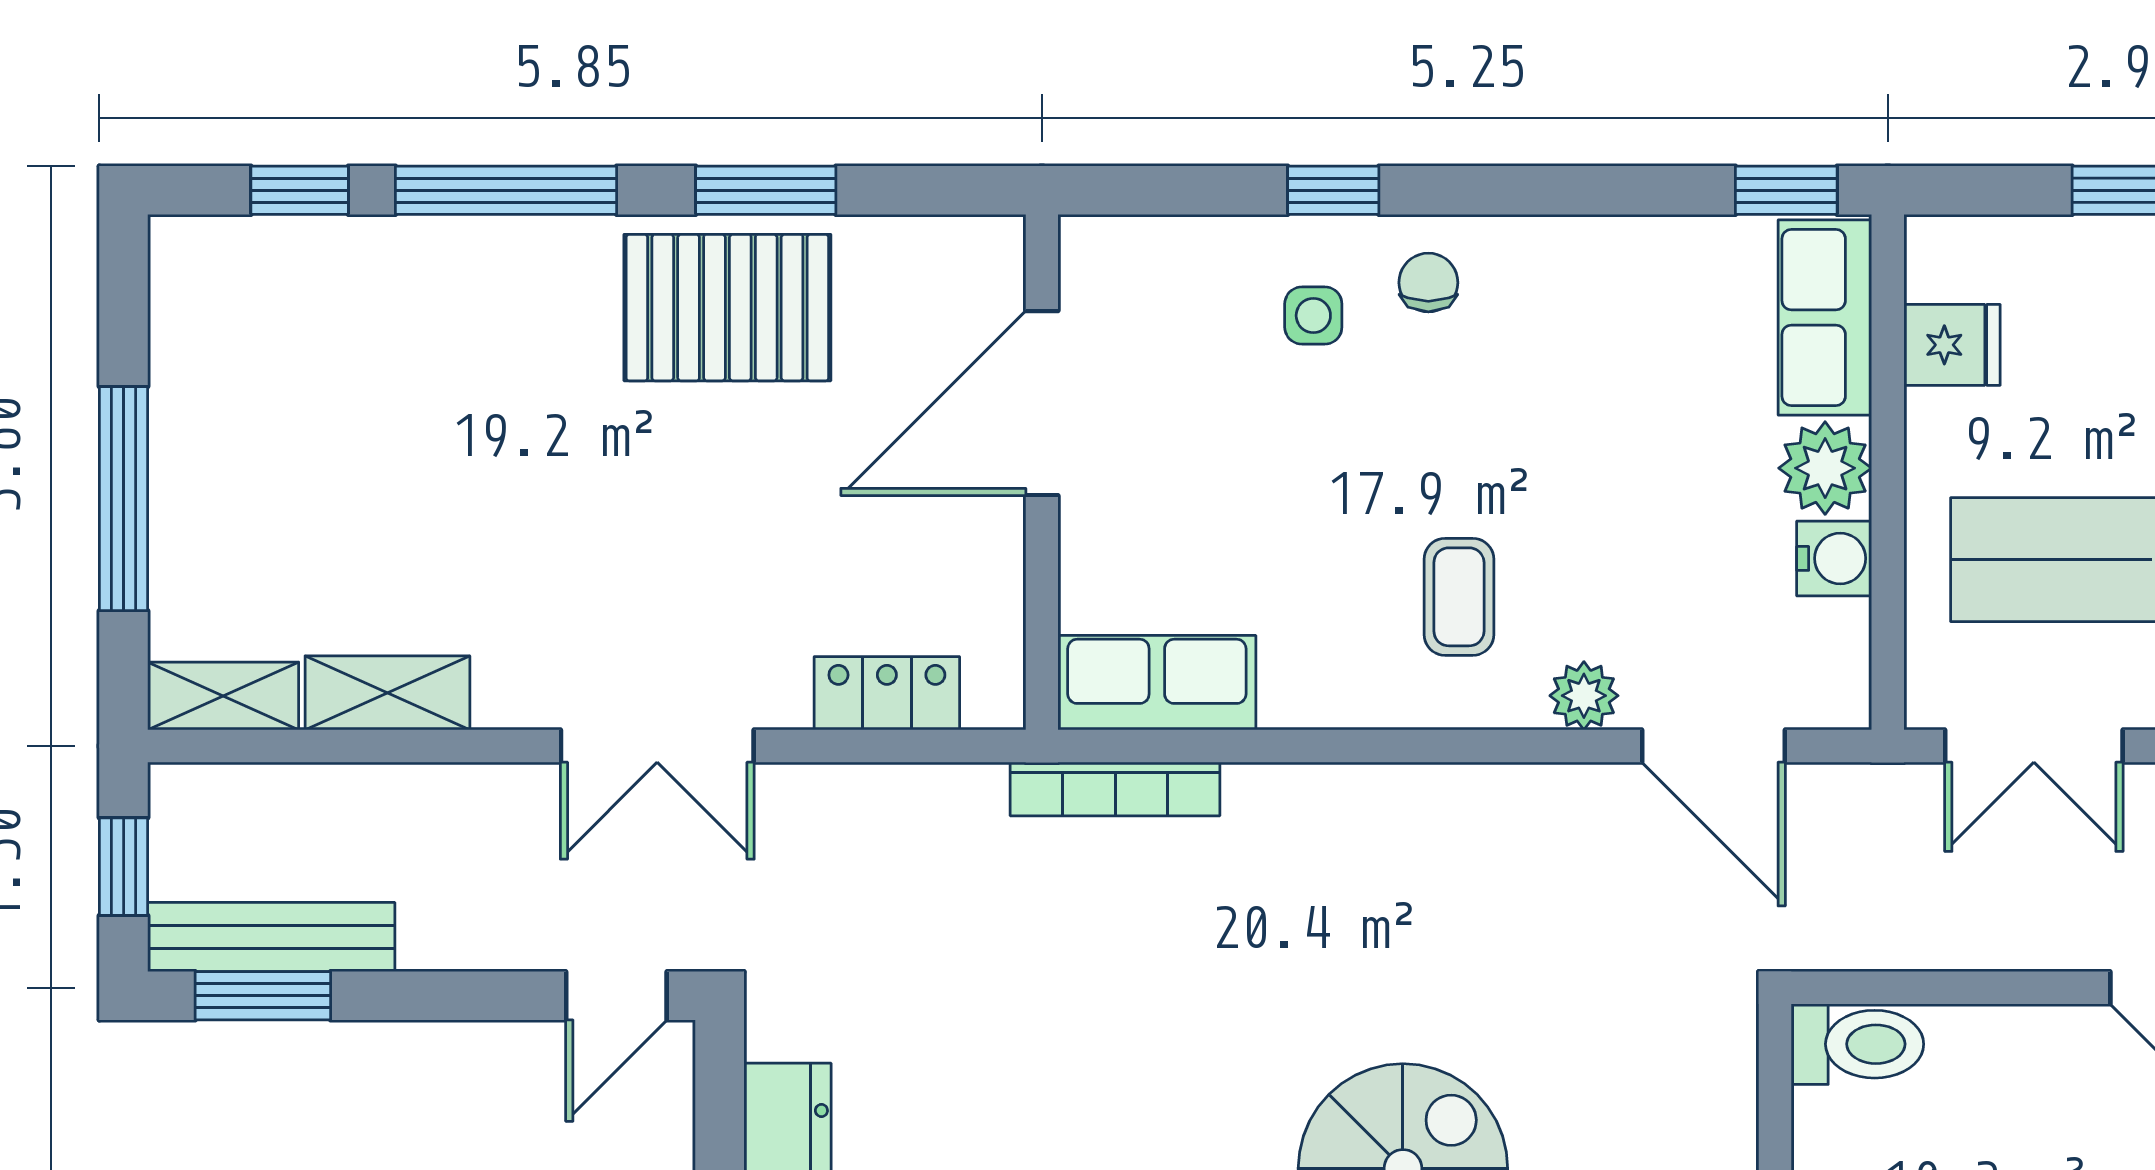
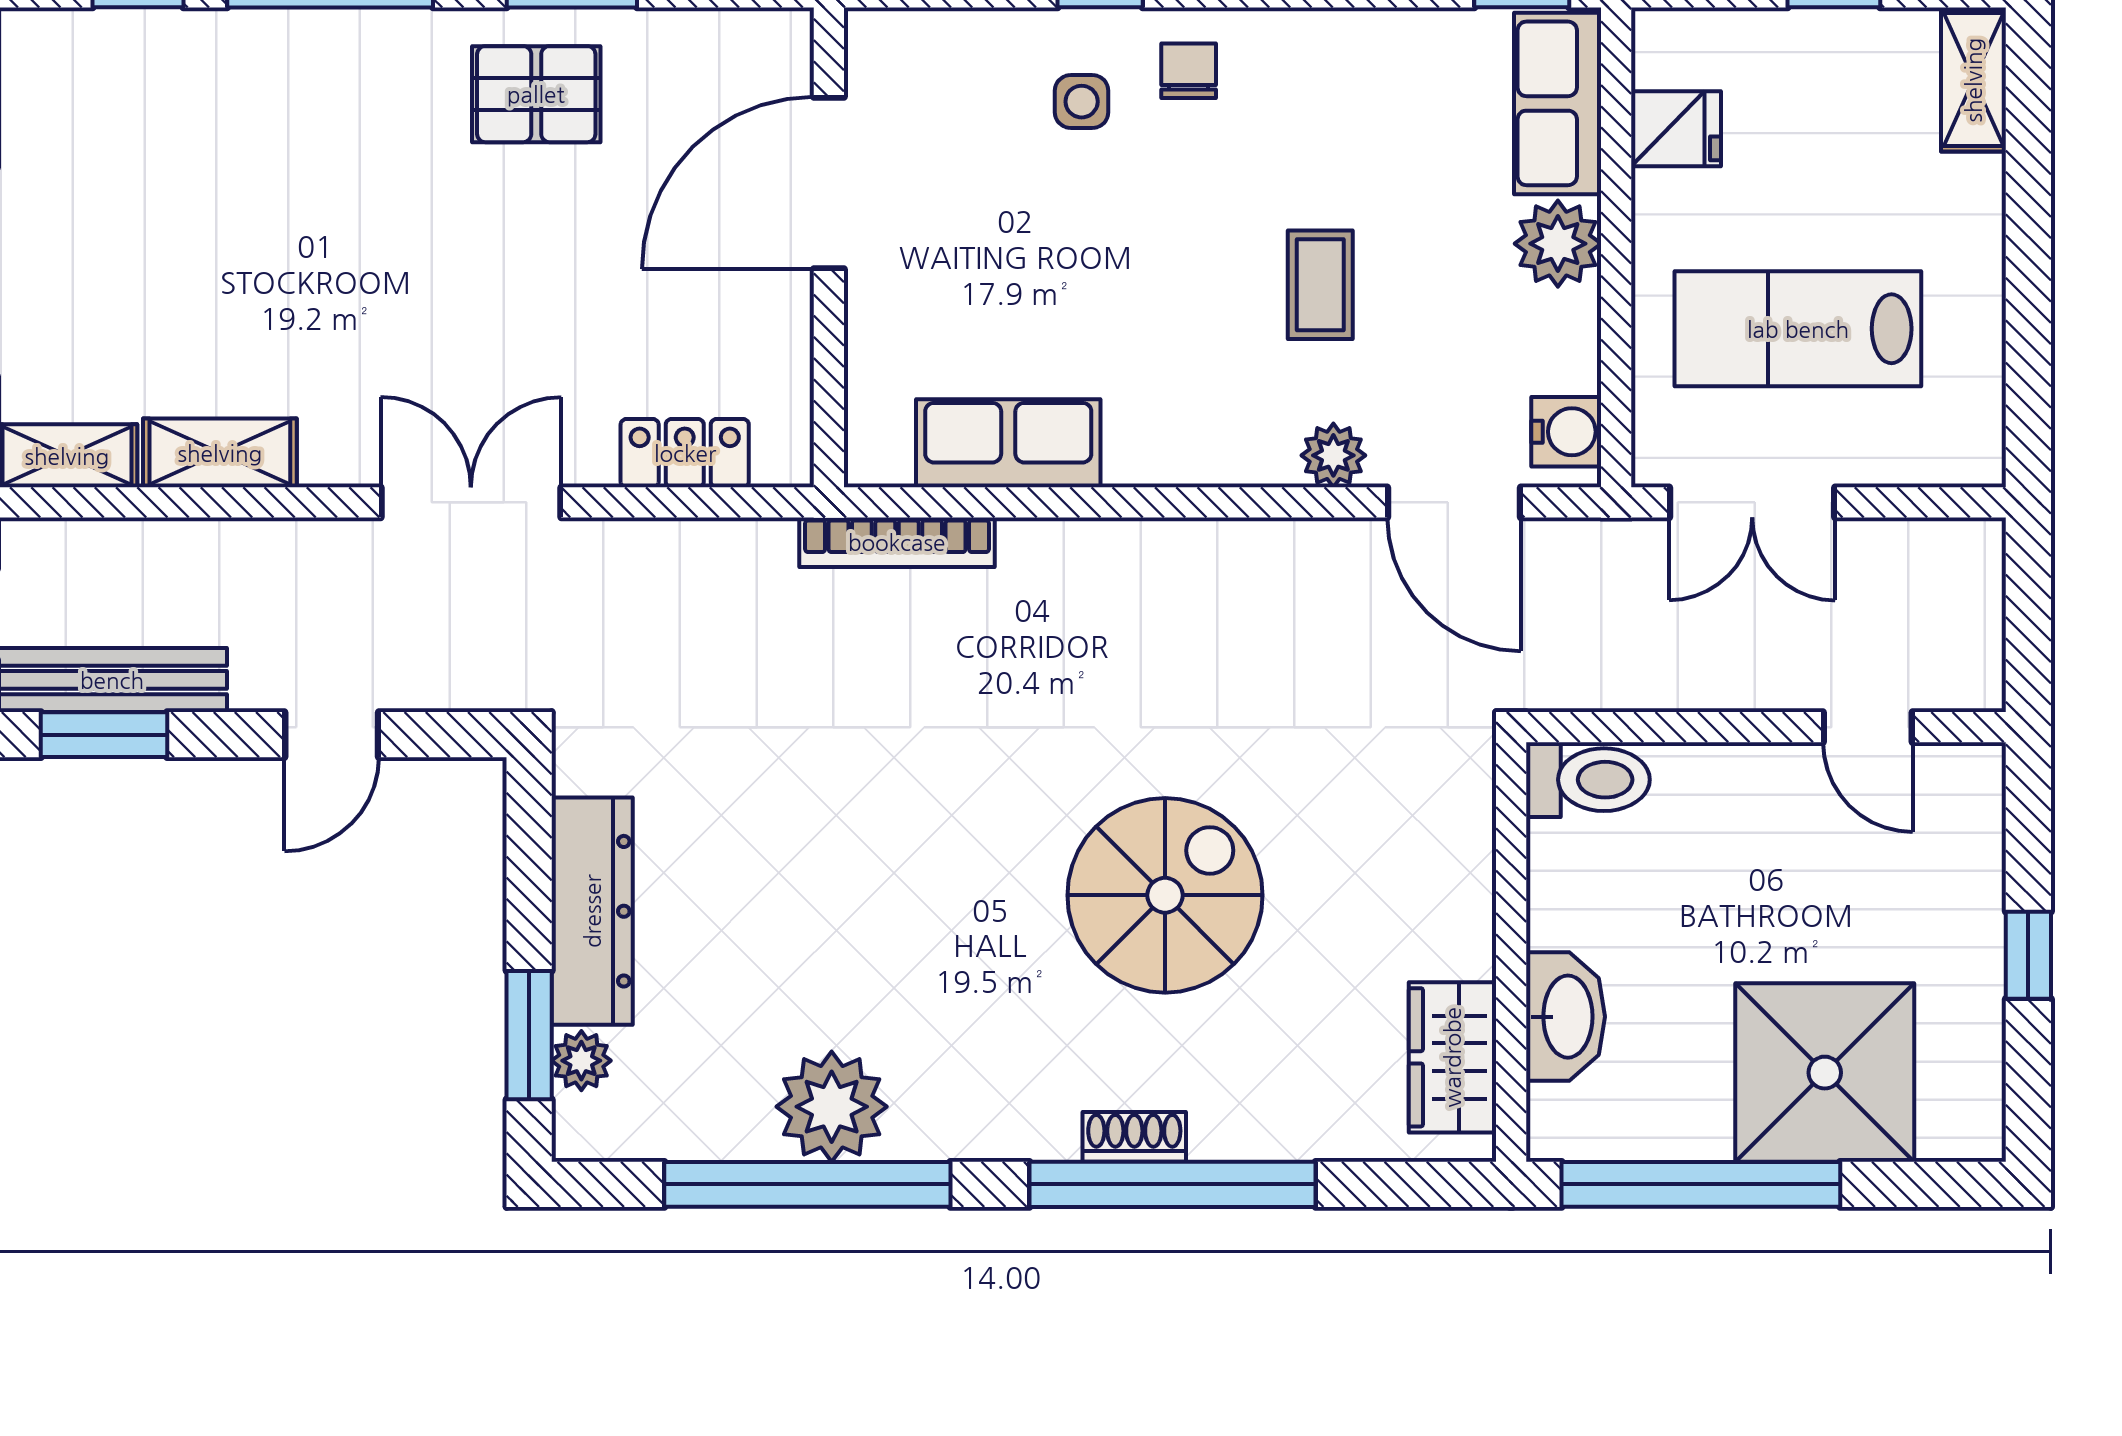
pallet: (727, 308) -> (536, 94), width x0.67, depth x0.71
water cooler: (1834, 558) -> (1566, 432), moved
coffee table: (1459, 597) -> (1320, 285), moved
row of seats: (1157, 683) -> (1008, 443), moved
double door: (657, 746) -> (471, 502), swing flipped
door: (616, 996) -> (332, 735), moved

